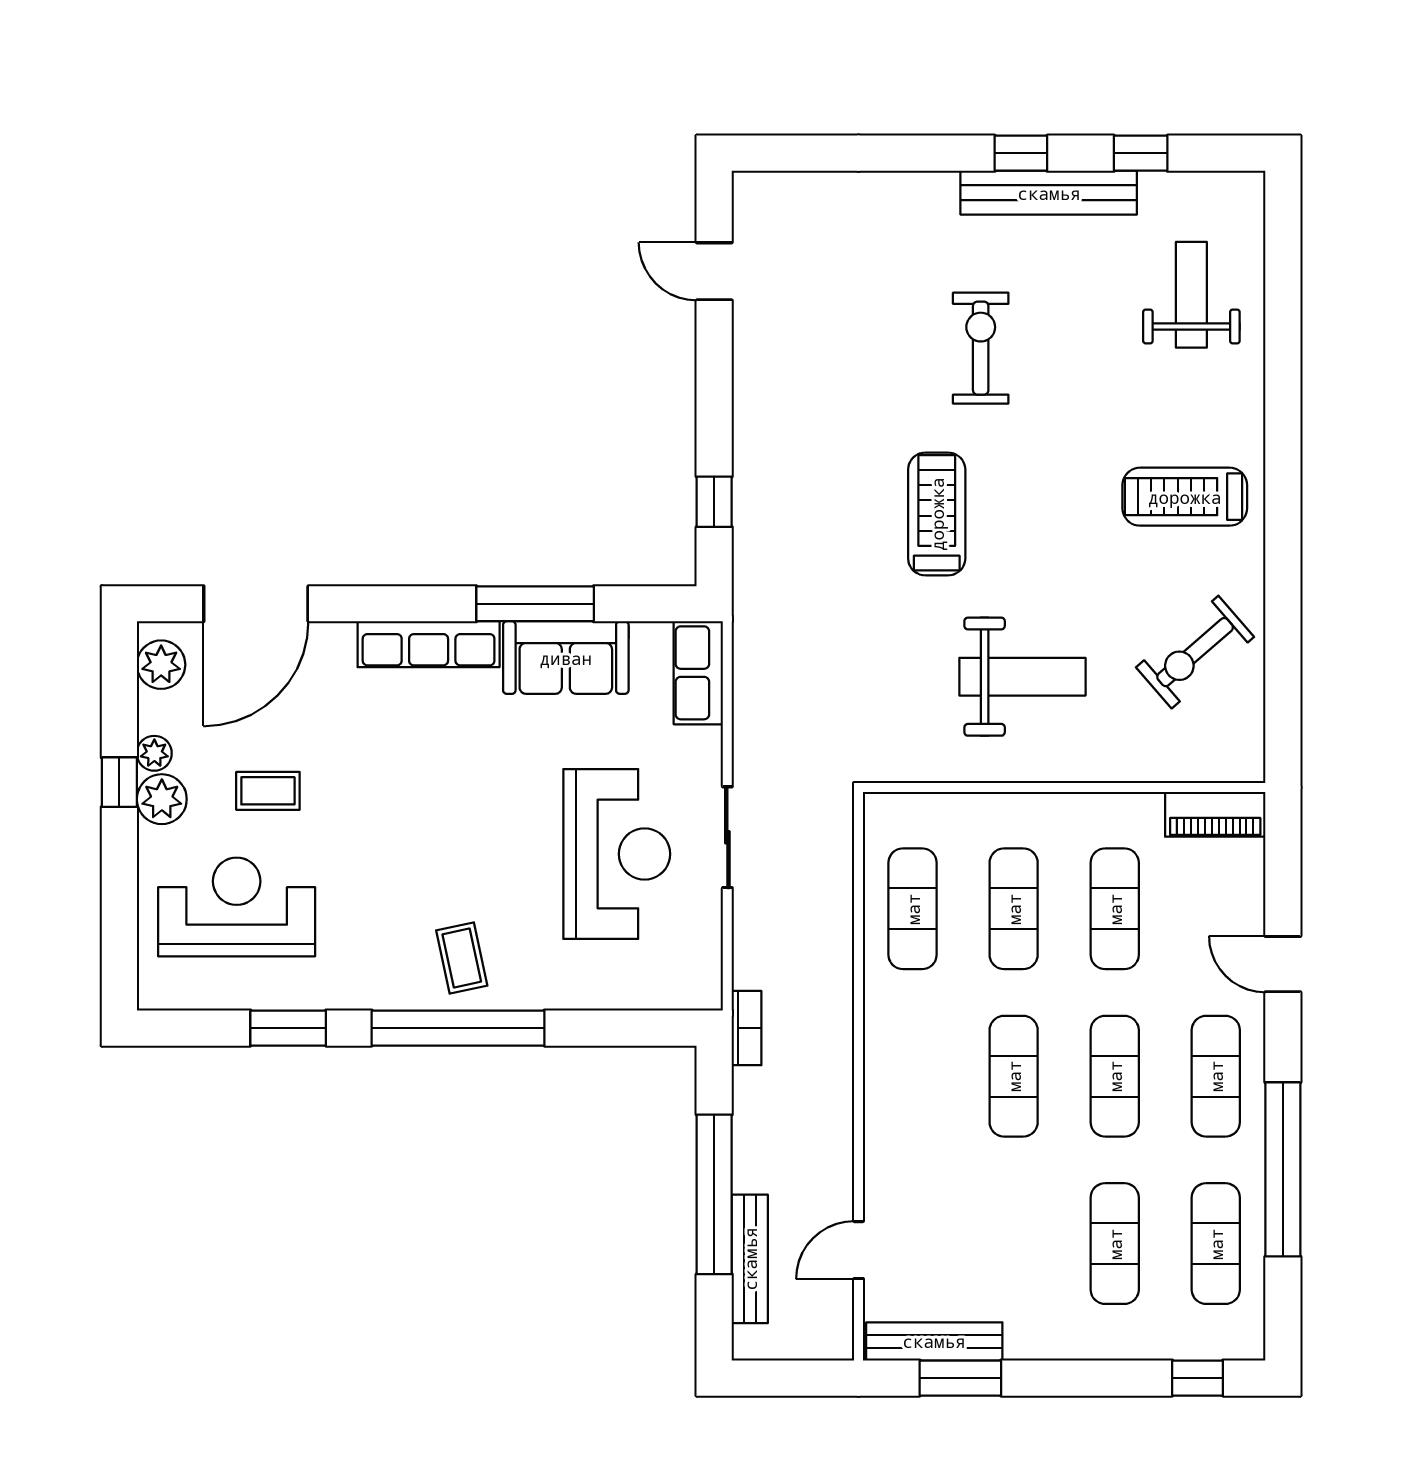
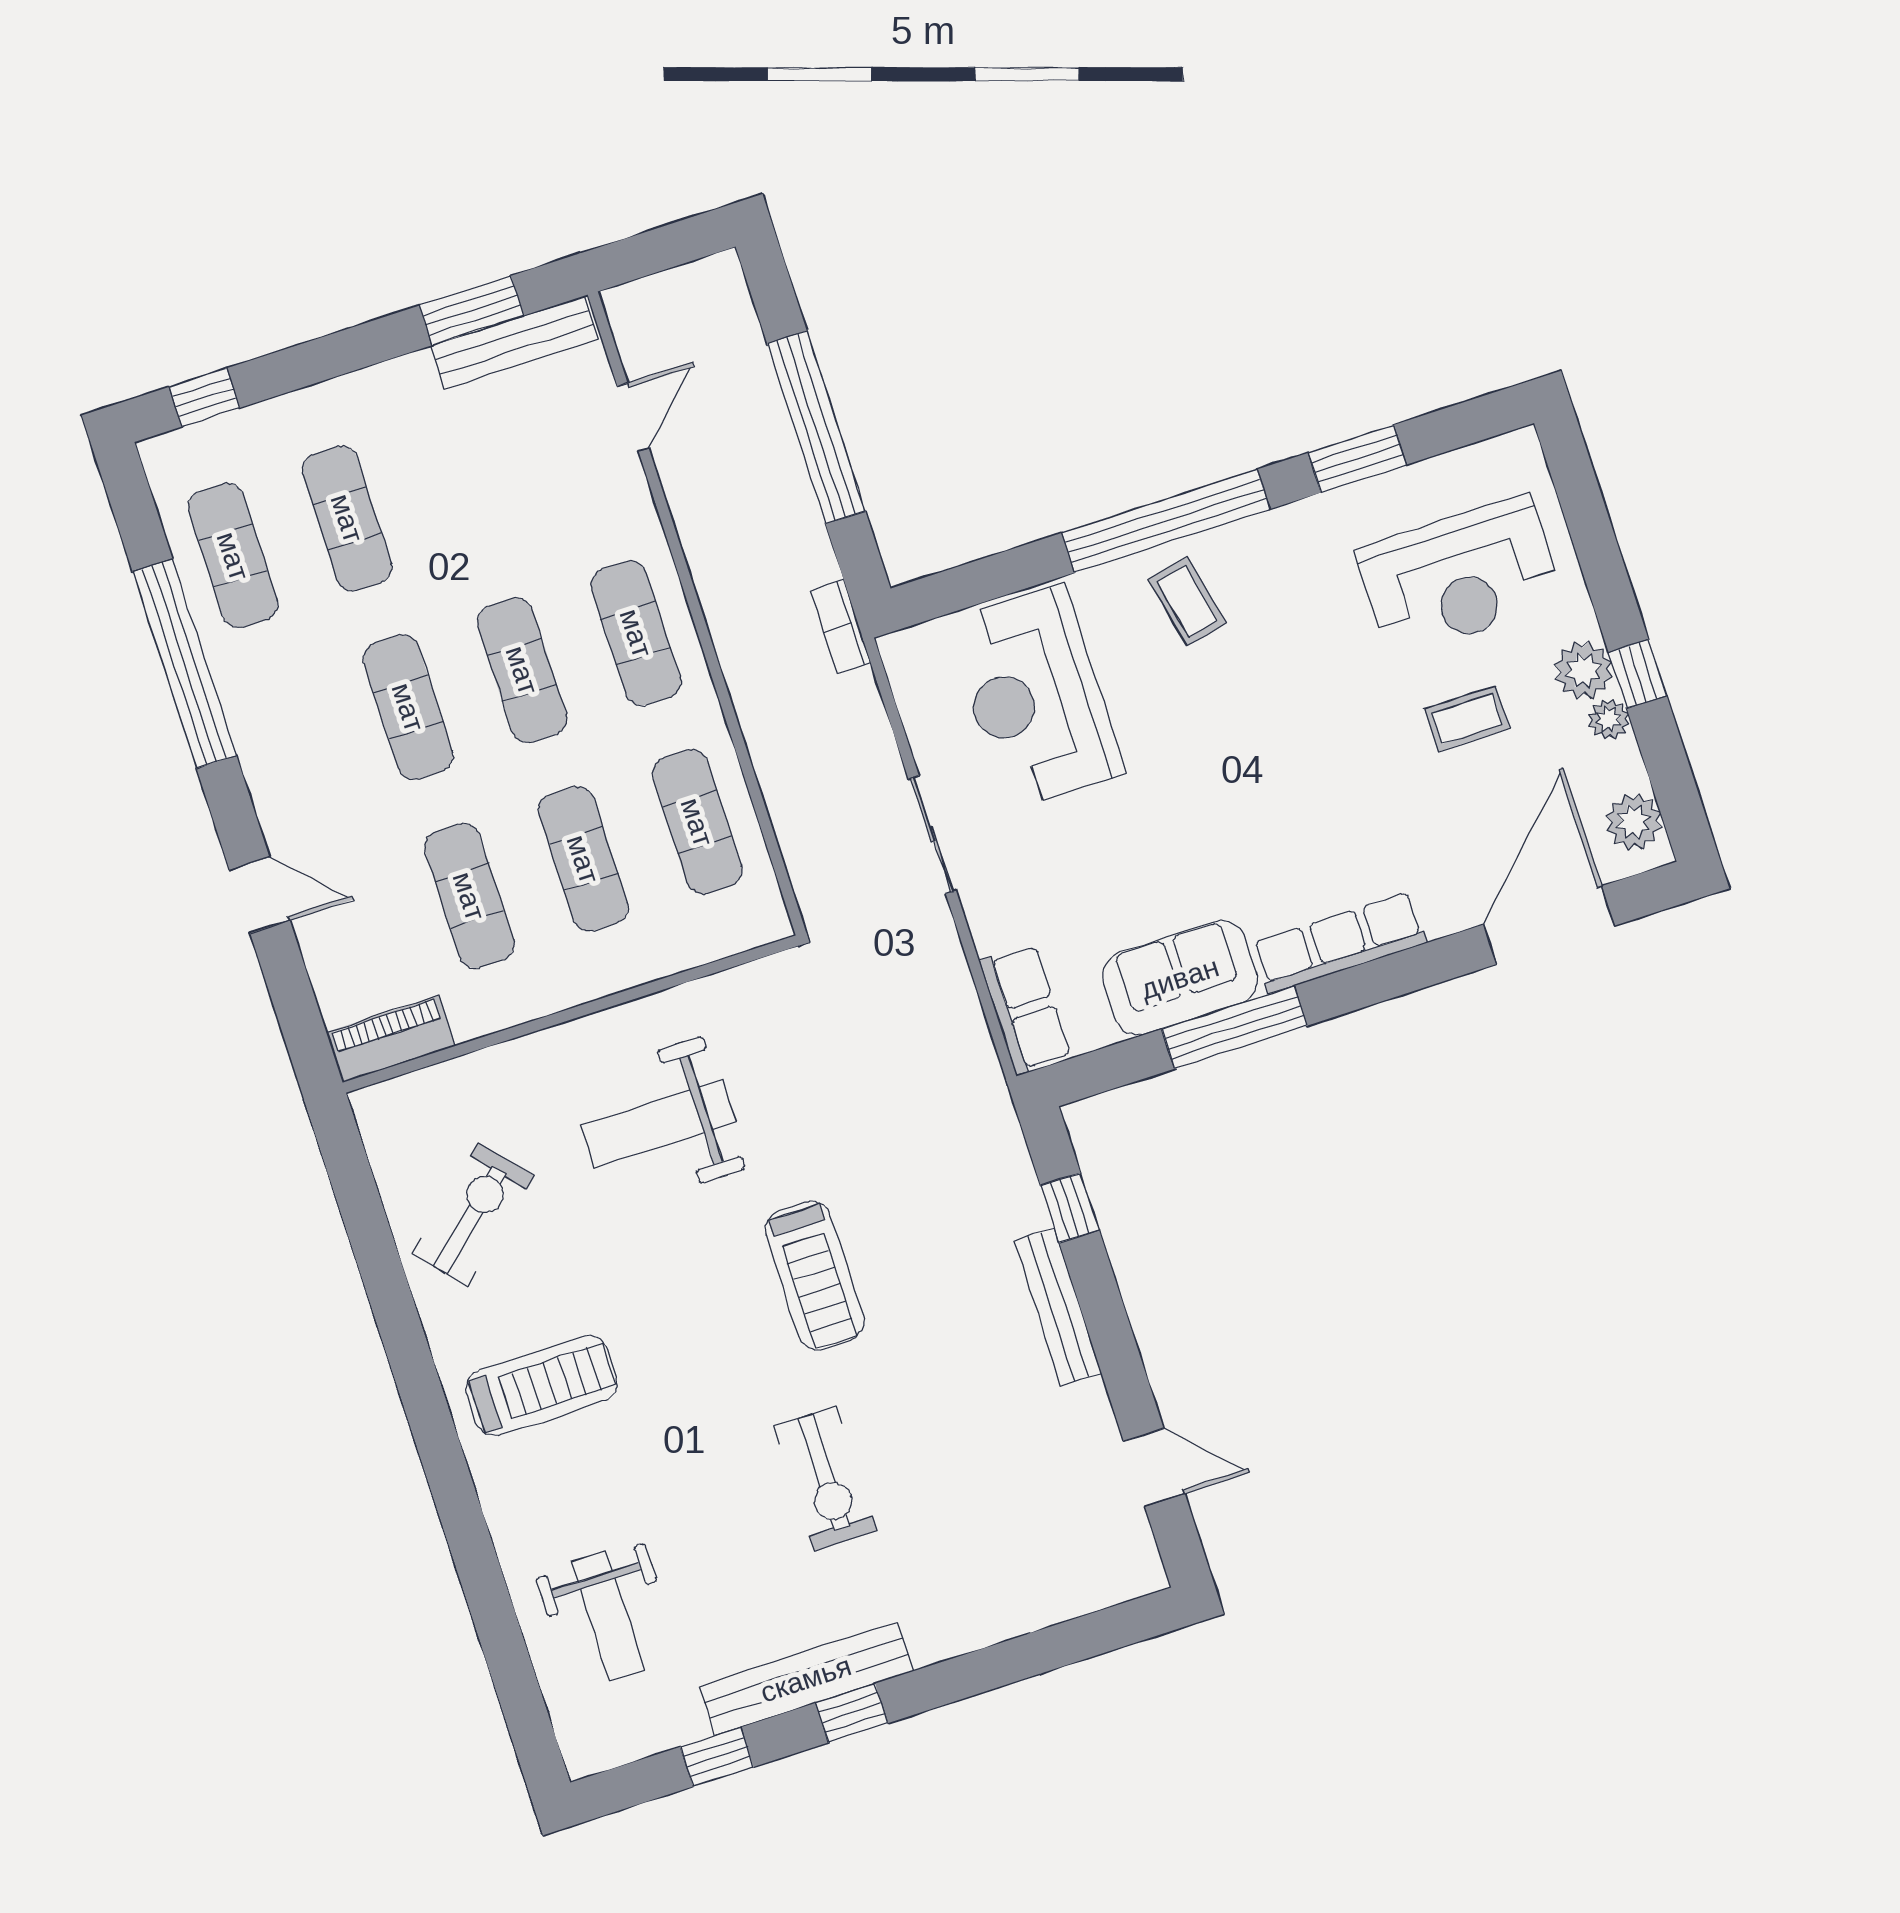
reception desk: (617, 854) -> (1035, 697), moved
exercise mat: (1216, 1076) -> (636, 633), moved
bench: (750, 1259) -> (1058, 1307), moved

